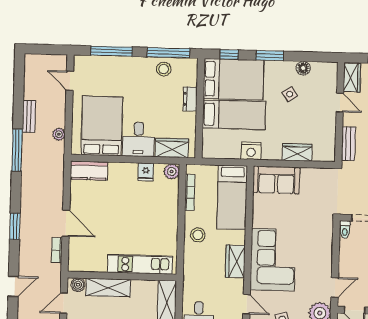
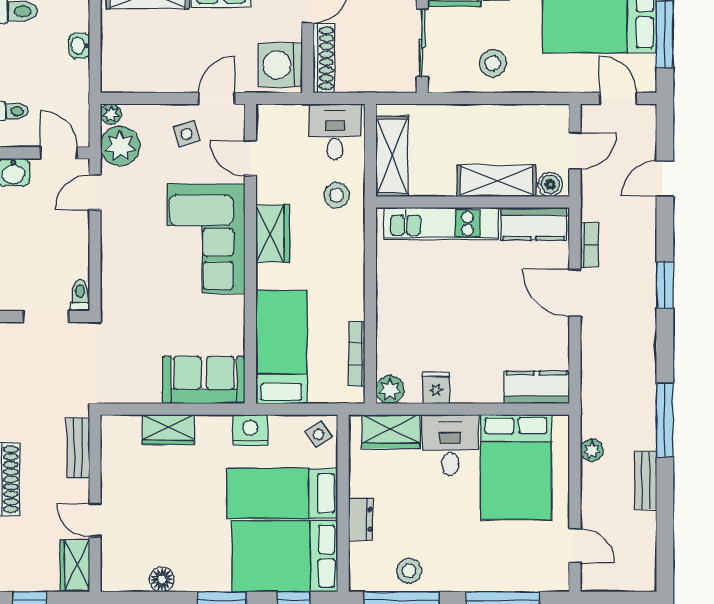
side table: (290, 94) -> (319, 435), moved
stool: (198, 235) -> (337, 195), moved
kitchen counter: (88, 263) -> (534, 224), added

